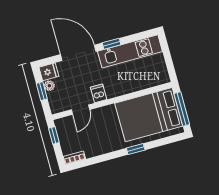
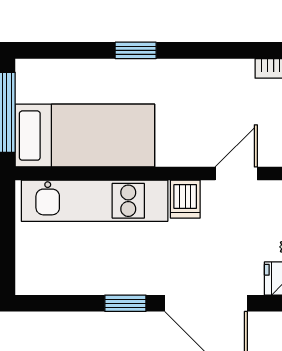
kitchen unit: (130, 51) -> (95, 201), moved, turned 180
bed: (149, 115) -> (85, 136), width x0.67

